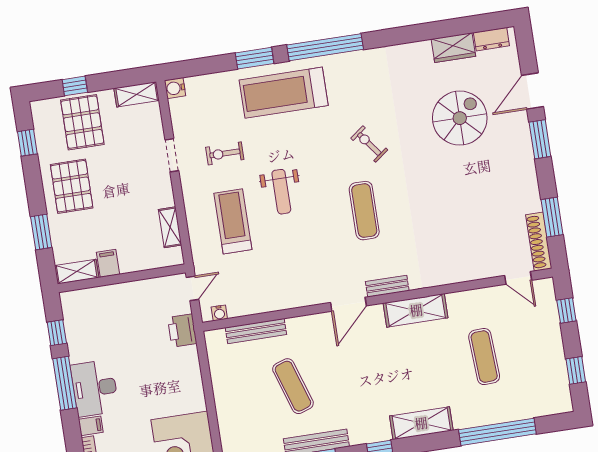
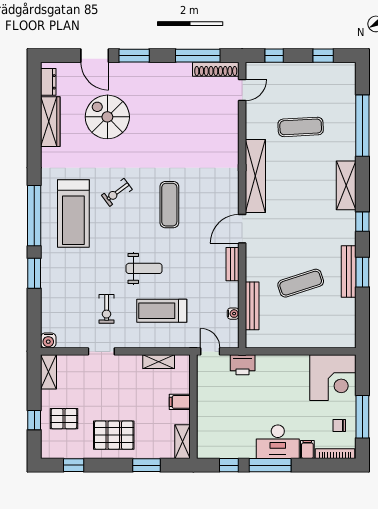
wardrobe: (453, 48) -> (50, 122), width x1.50
treadmill: (284, 93) -> (73, 214), moved
pallet: (82, 122) -> (64, 419), width x0.67, depth x0.71
exercise mat: (364, 211) -> (169, 205), turned 90
window: (552, 217) -> (198, 56), width x1.44
filing cabinet: (108, 263) -> (180, 402), moved
bench: (387, 286) -> (232, 264), moved
door: (348, 304) -> (242, 229), swing flipped
shelving: (416, 310) -> (255, 176), width x1.47
water cooler: (219, 313) -> (233, 314), moved

